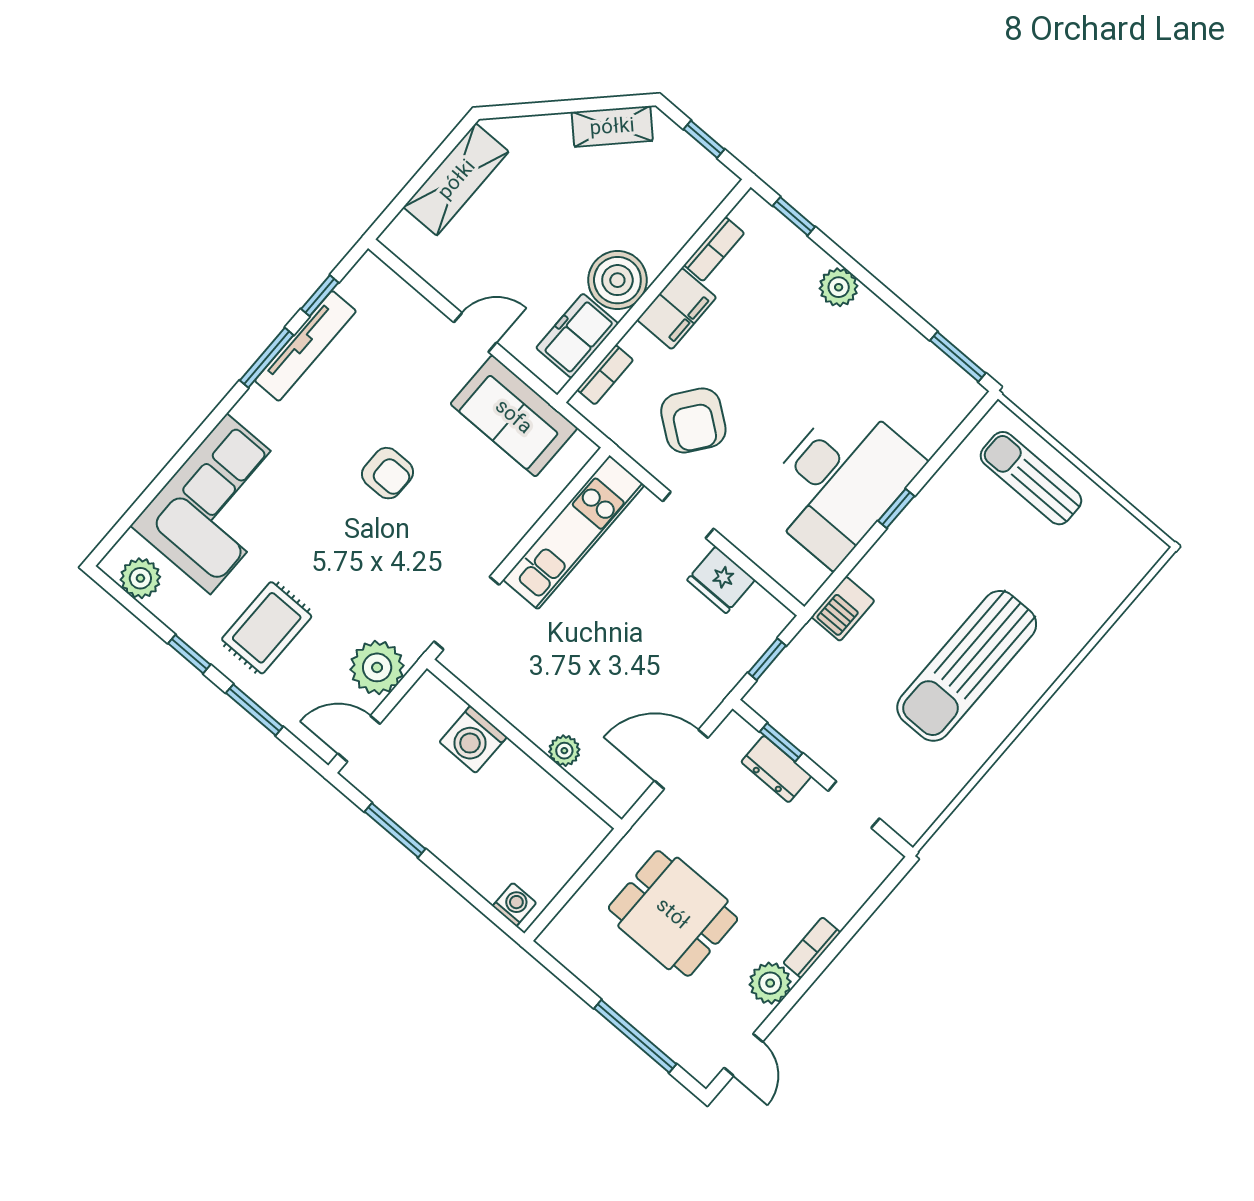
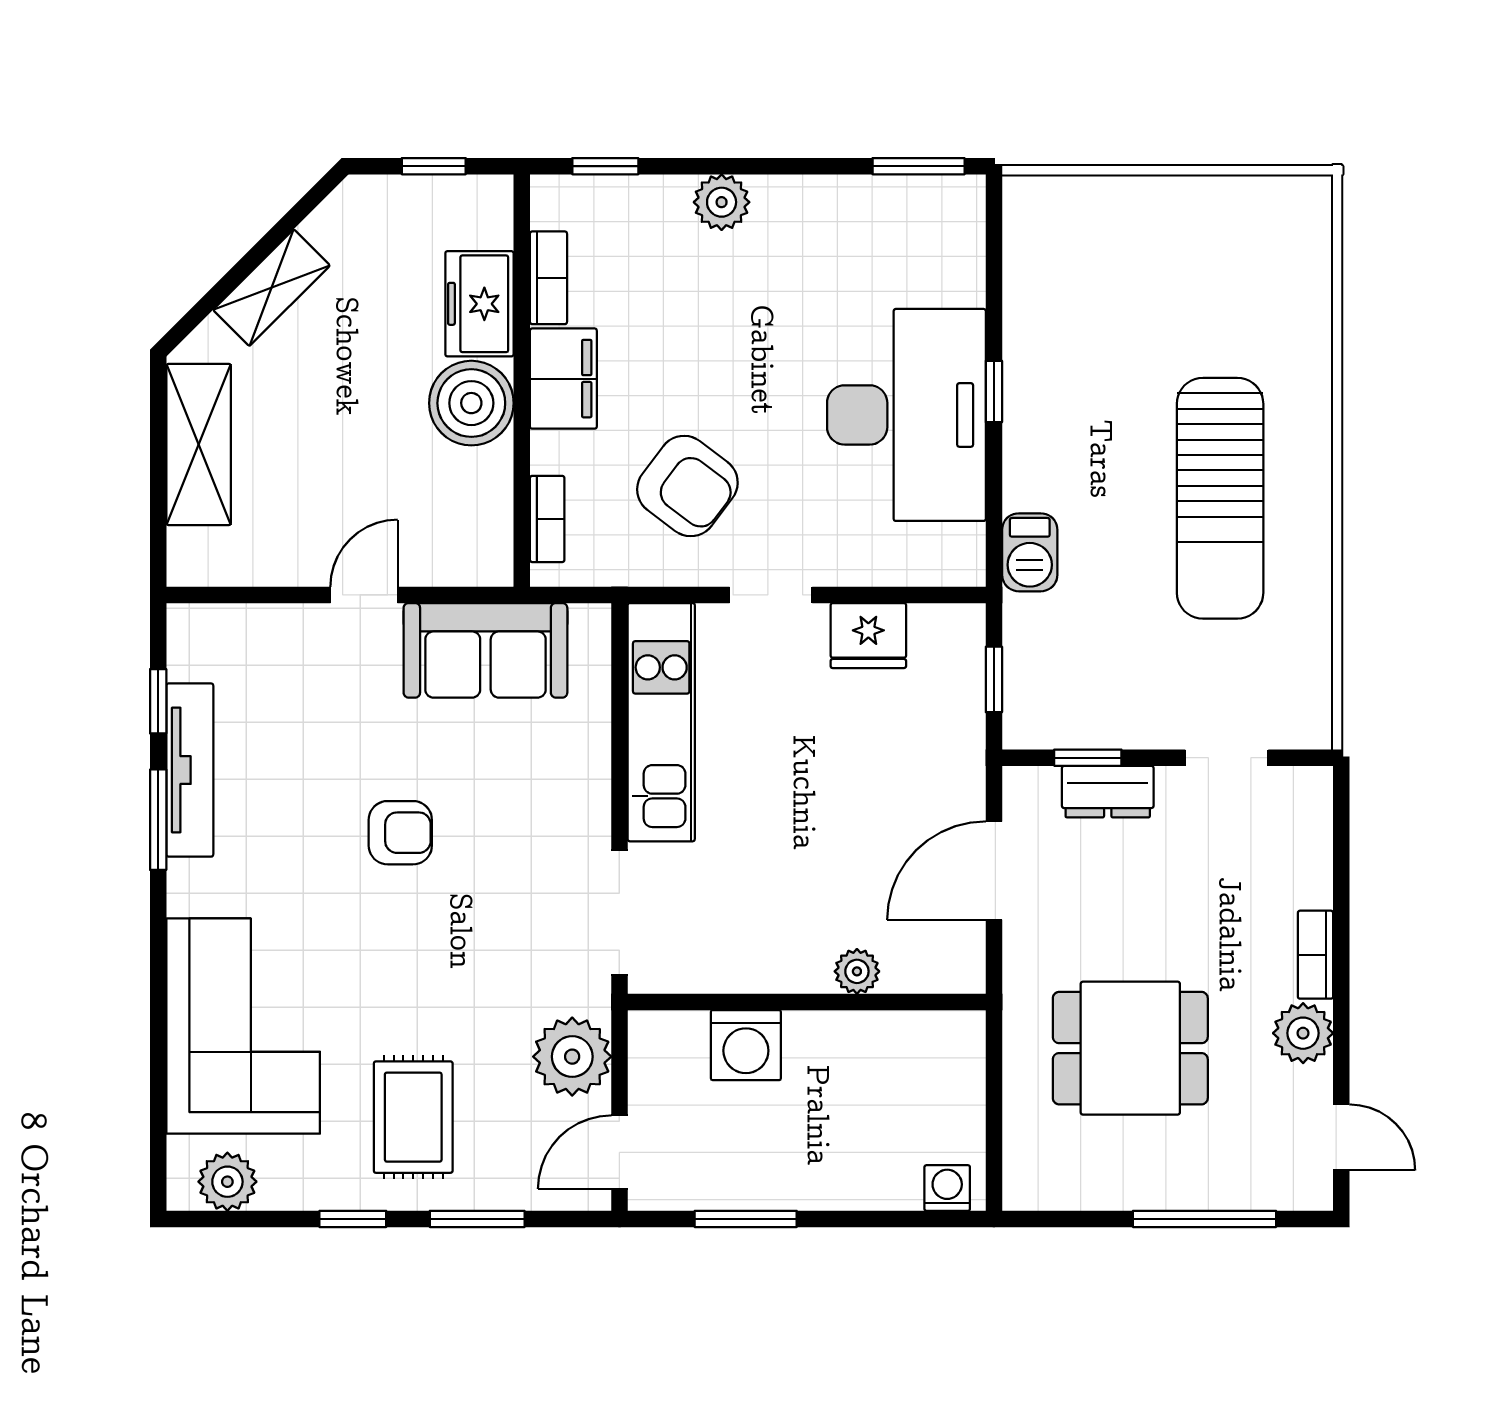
shelving: (612, 126) -> (271, 288), moved
freezer: (577, 336) -> (479, 304), moved
sun lounger: (1031, 478) -> (1114, 231), removed

